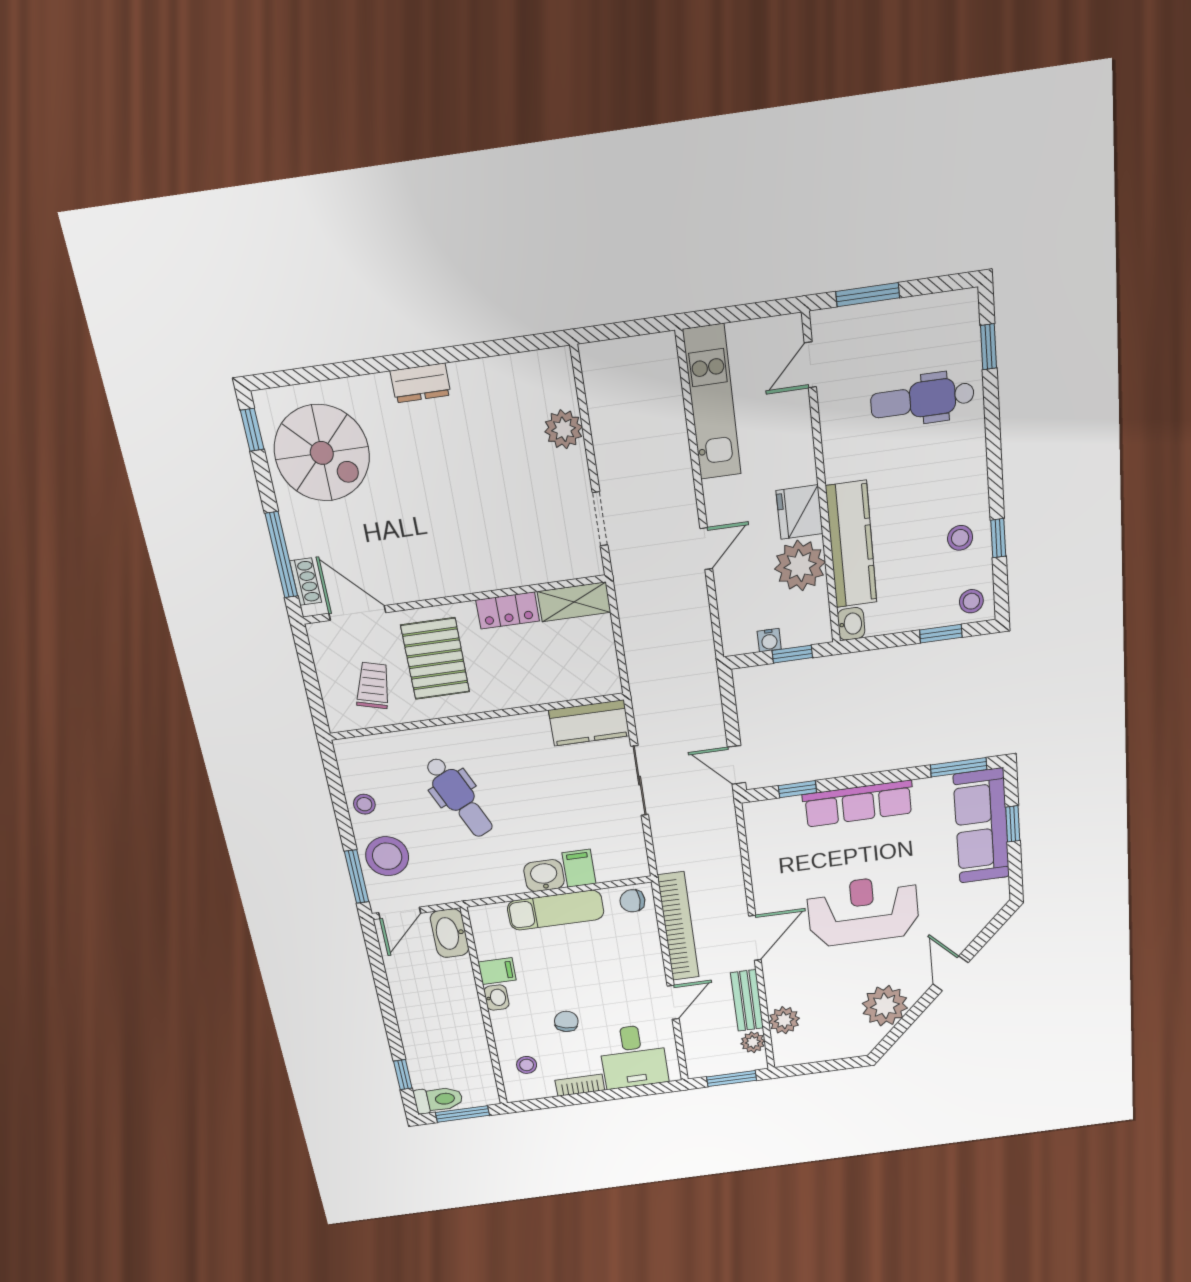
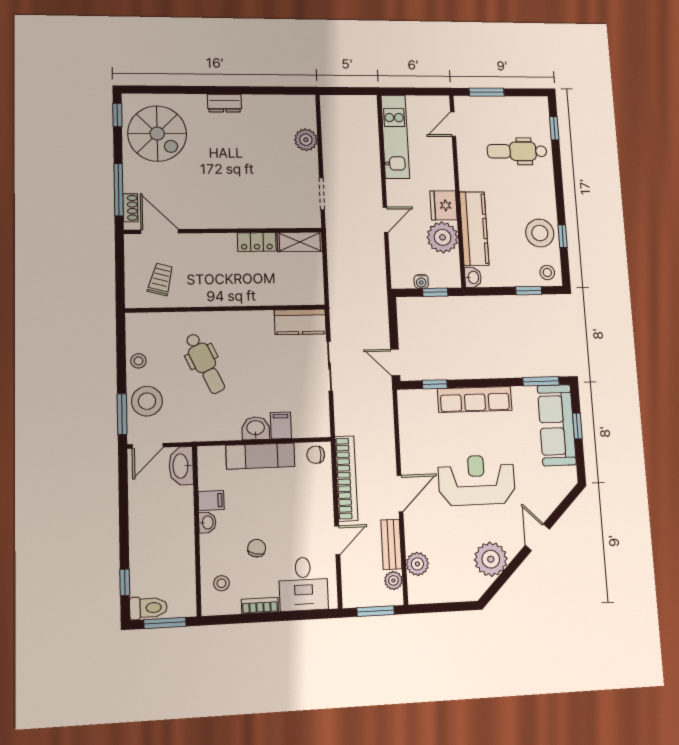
stool: (960, 538) -> (540, 233), width x1.89, depth x1.89
pallet: (435, 659) -> (205, 267), removed

